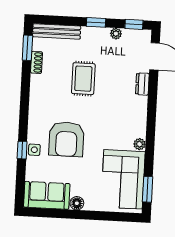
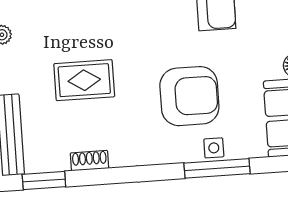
shoe rack: (36, 62) -> (89, 161), moved
window: (22, 150) -> (217, 168), width x2.17

